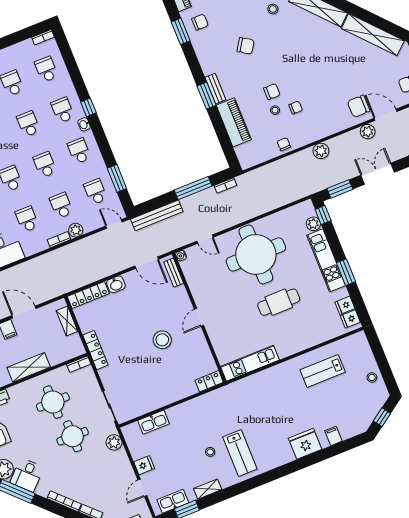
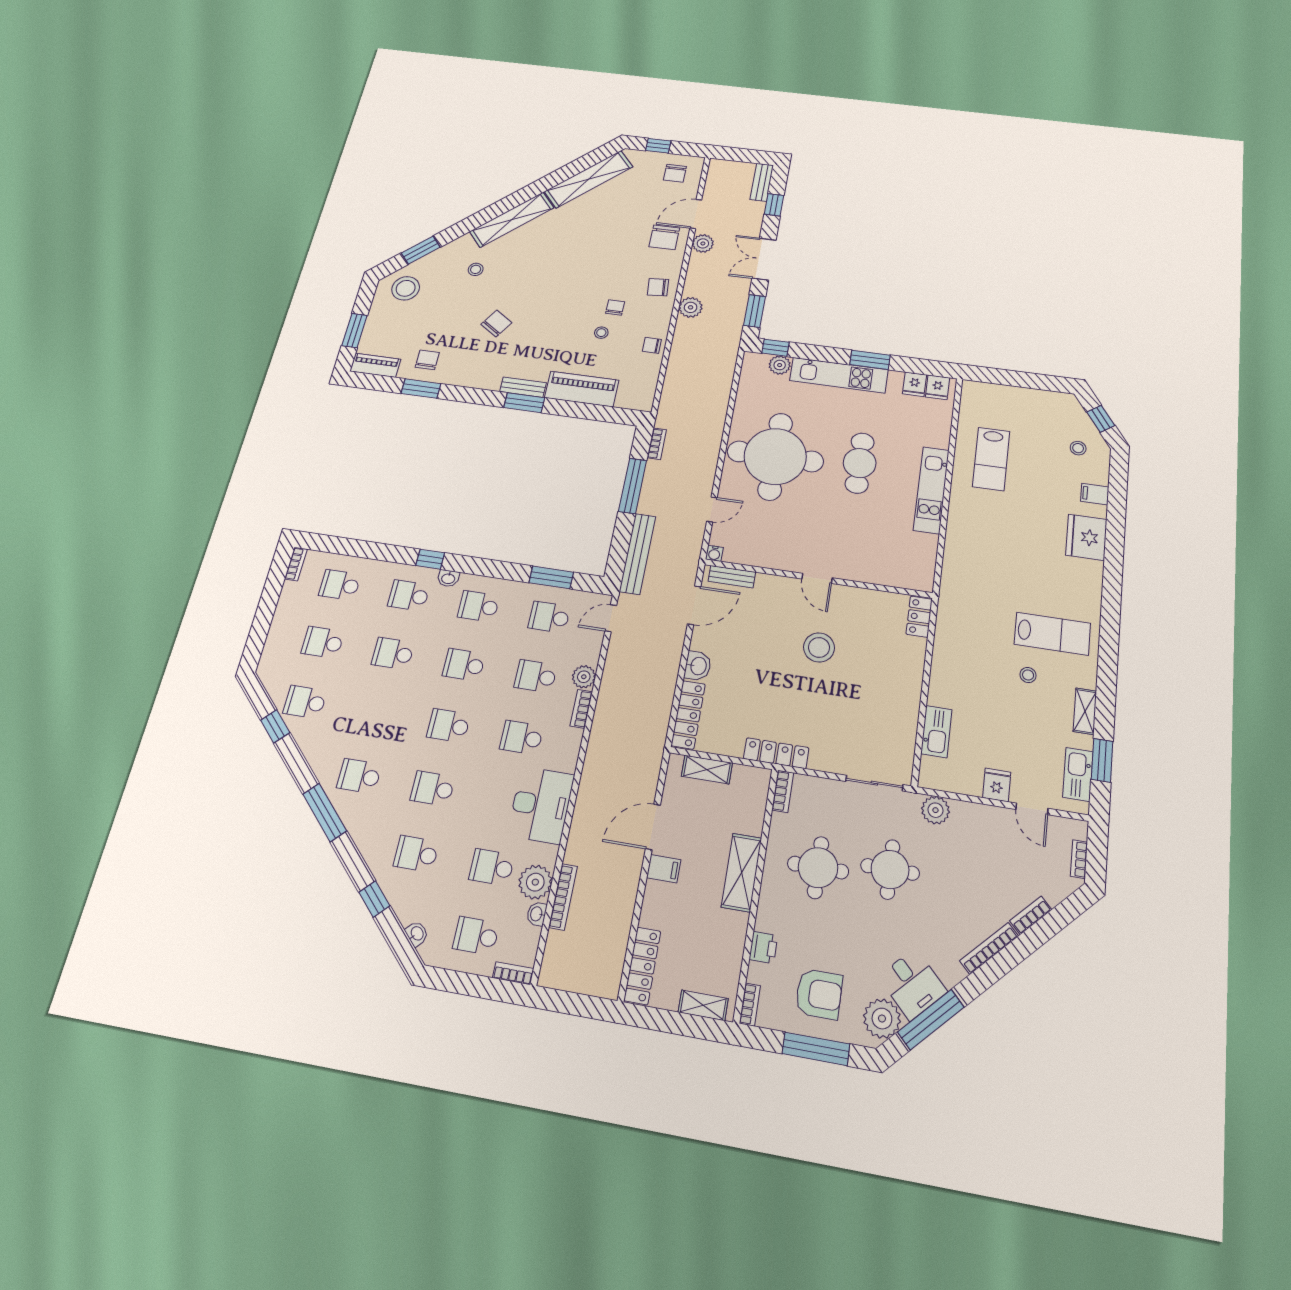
chair: (272, 92) -> (658, 287), moved, turned -95
kitchen unit: (250, 363) -> (931, 490), moved
stool: (372, 377) -> (1078, 448), moved

